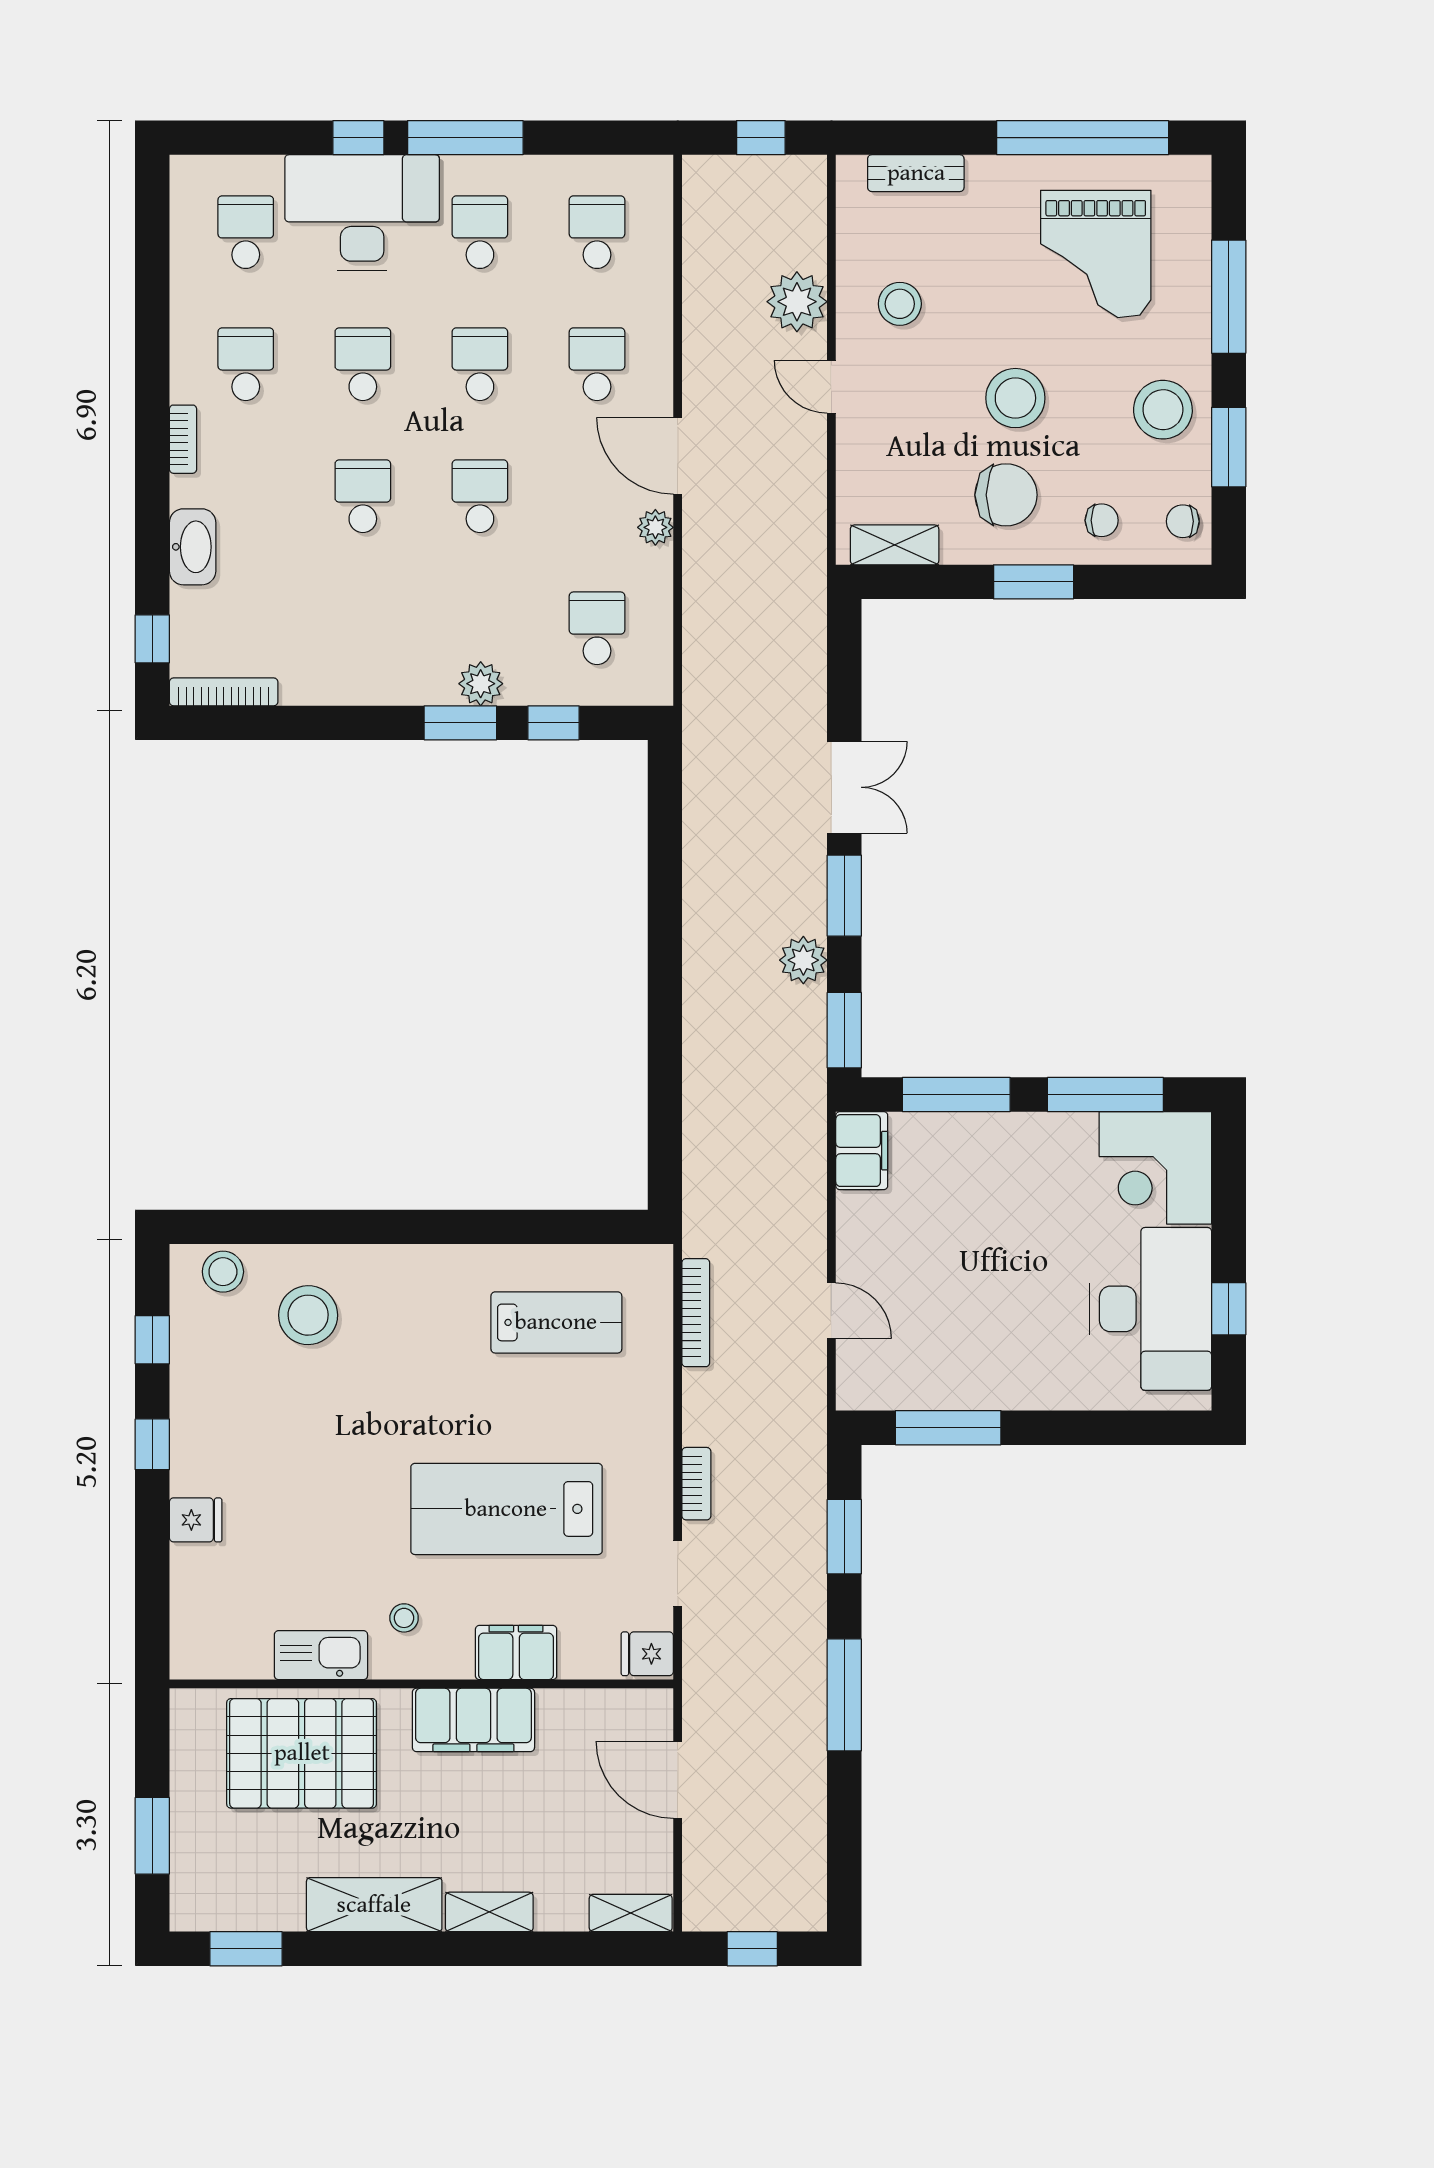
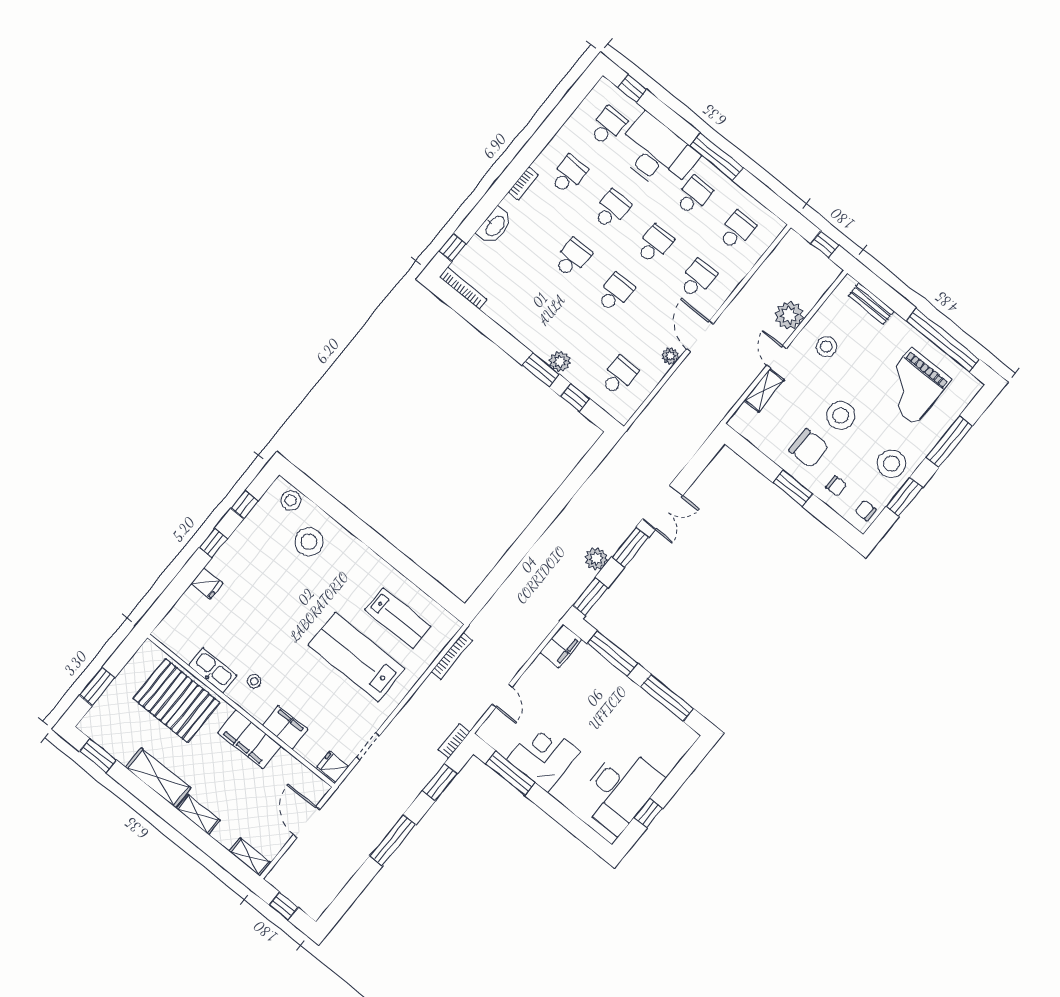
window: (358, 138) -> (632, 88), moved
shelving: (895, 545) -> (764, 390), moved, turned 90
corner desk: (1155, 1168) -> (543, 755), moved, turned 90
bookcase: (696, 1484) -> (454, 741), moved, turned 180
lab bench: (506, 1509) -> (357, 657), moved

